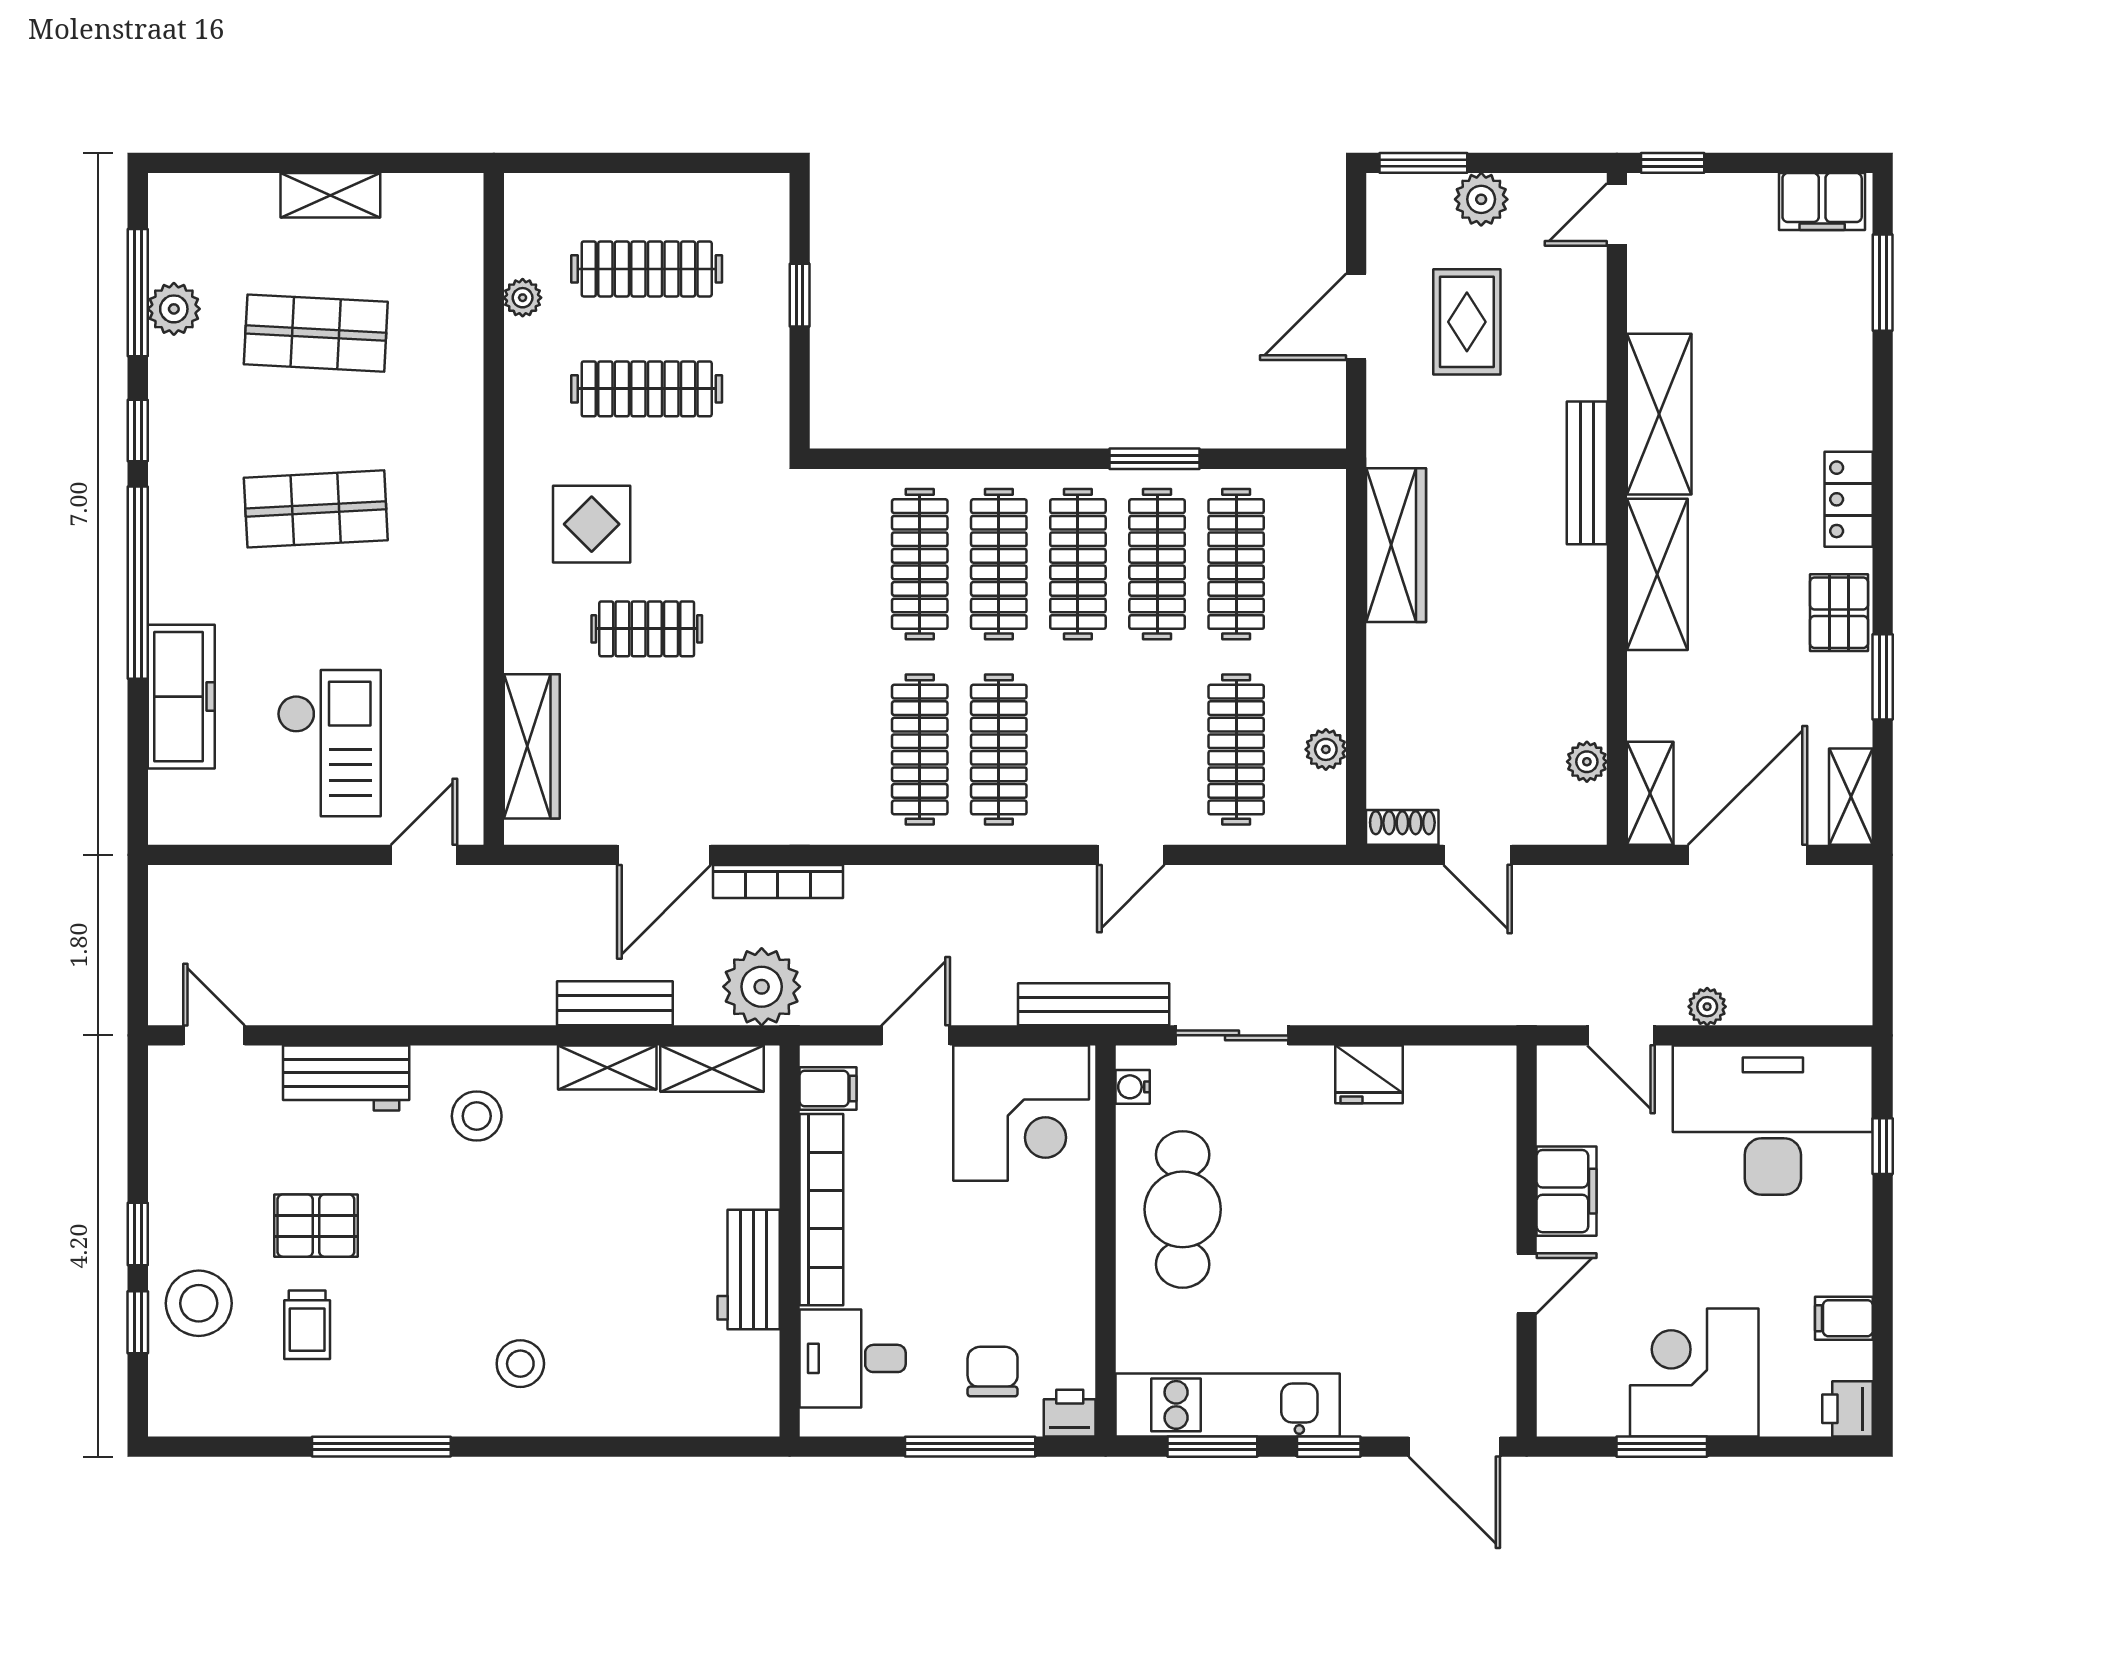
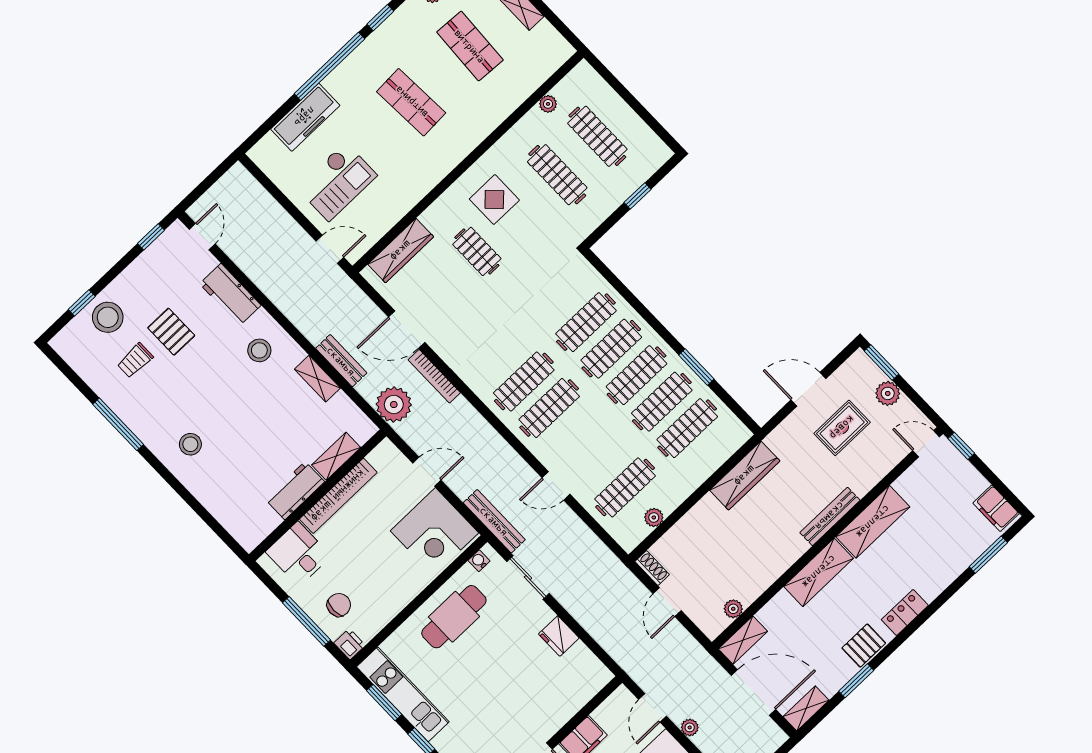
shelving: (712, 1069) -> (336, 456), moved, turned 90
filing cabinet: (828, 1089) -> (381, 459), removed
window: (138, 1234) -> (151, 237), moved

